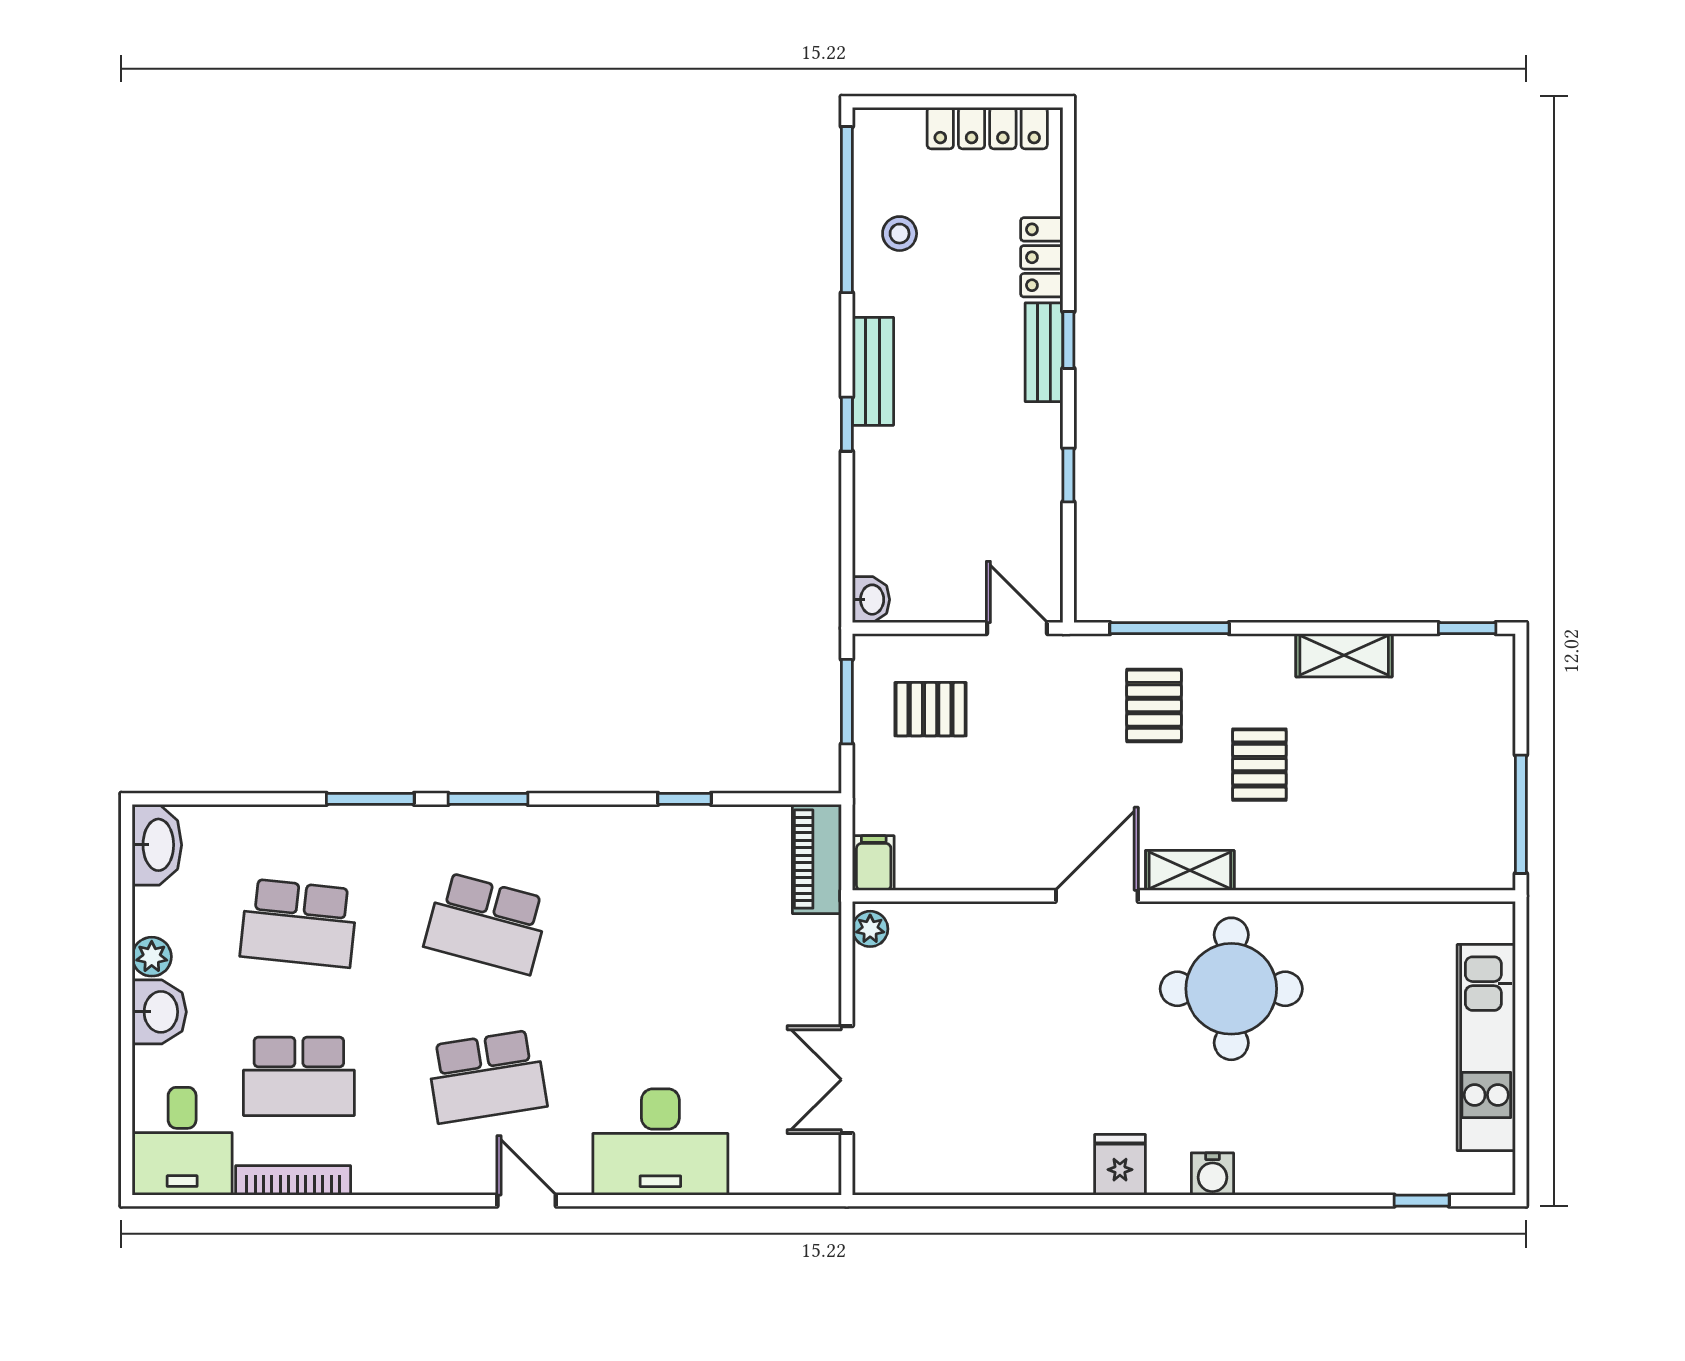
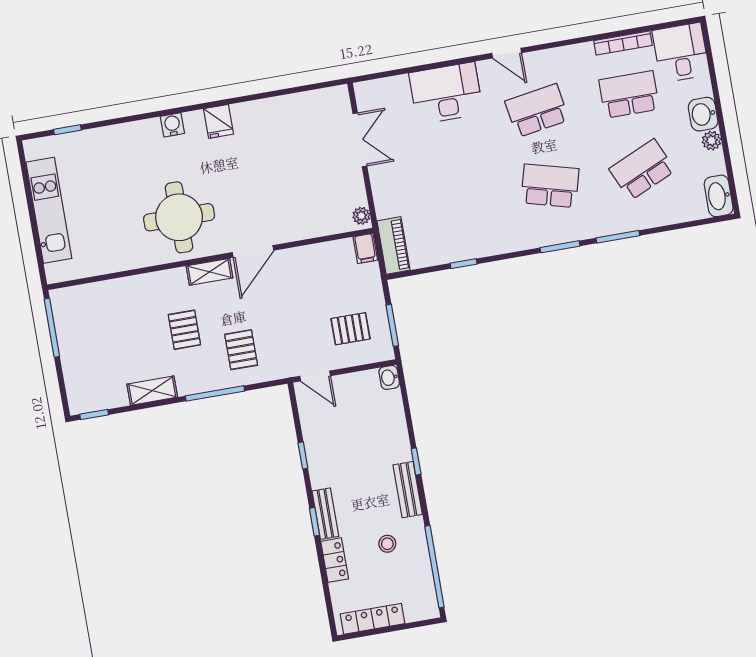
stool: (900, 234) -> (387, 544), moved
window: (1170, 628) -> (215, 393), moved
school desk: (299, 923) -> (642, 170), turned -30

